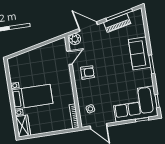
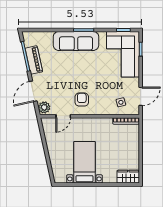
sofa: (140, 53) -> (76, 41), width x1.36
door: (70, 58) -> (63, 116), swing flipped
bed with nightstands: (32, 97) -> (84, 162), moved

